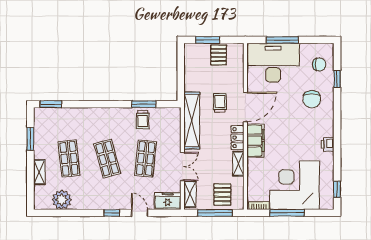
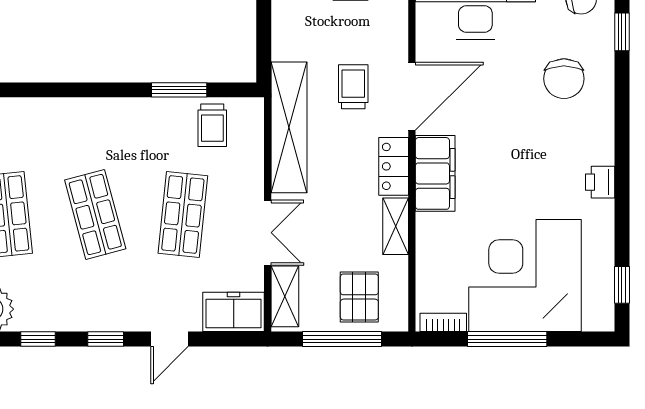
trolley: (143, 120) -> (212, 125), moved
window: (82, 213) -> (38, 339), added
door: (140, 213) -> (169, 339), swing flipped

